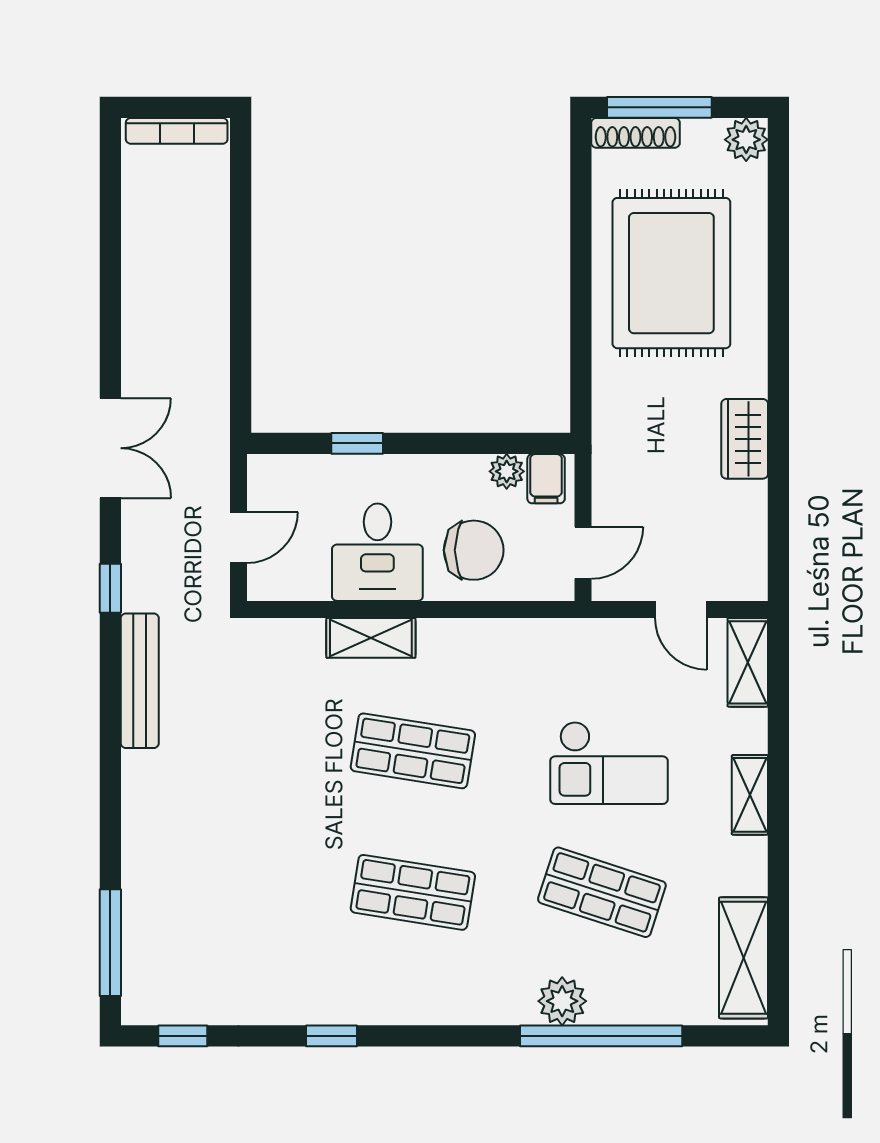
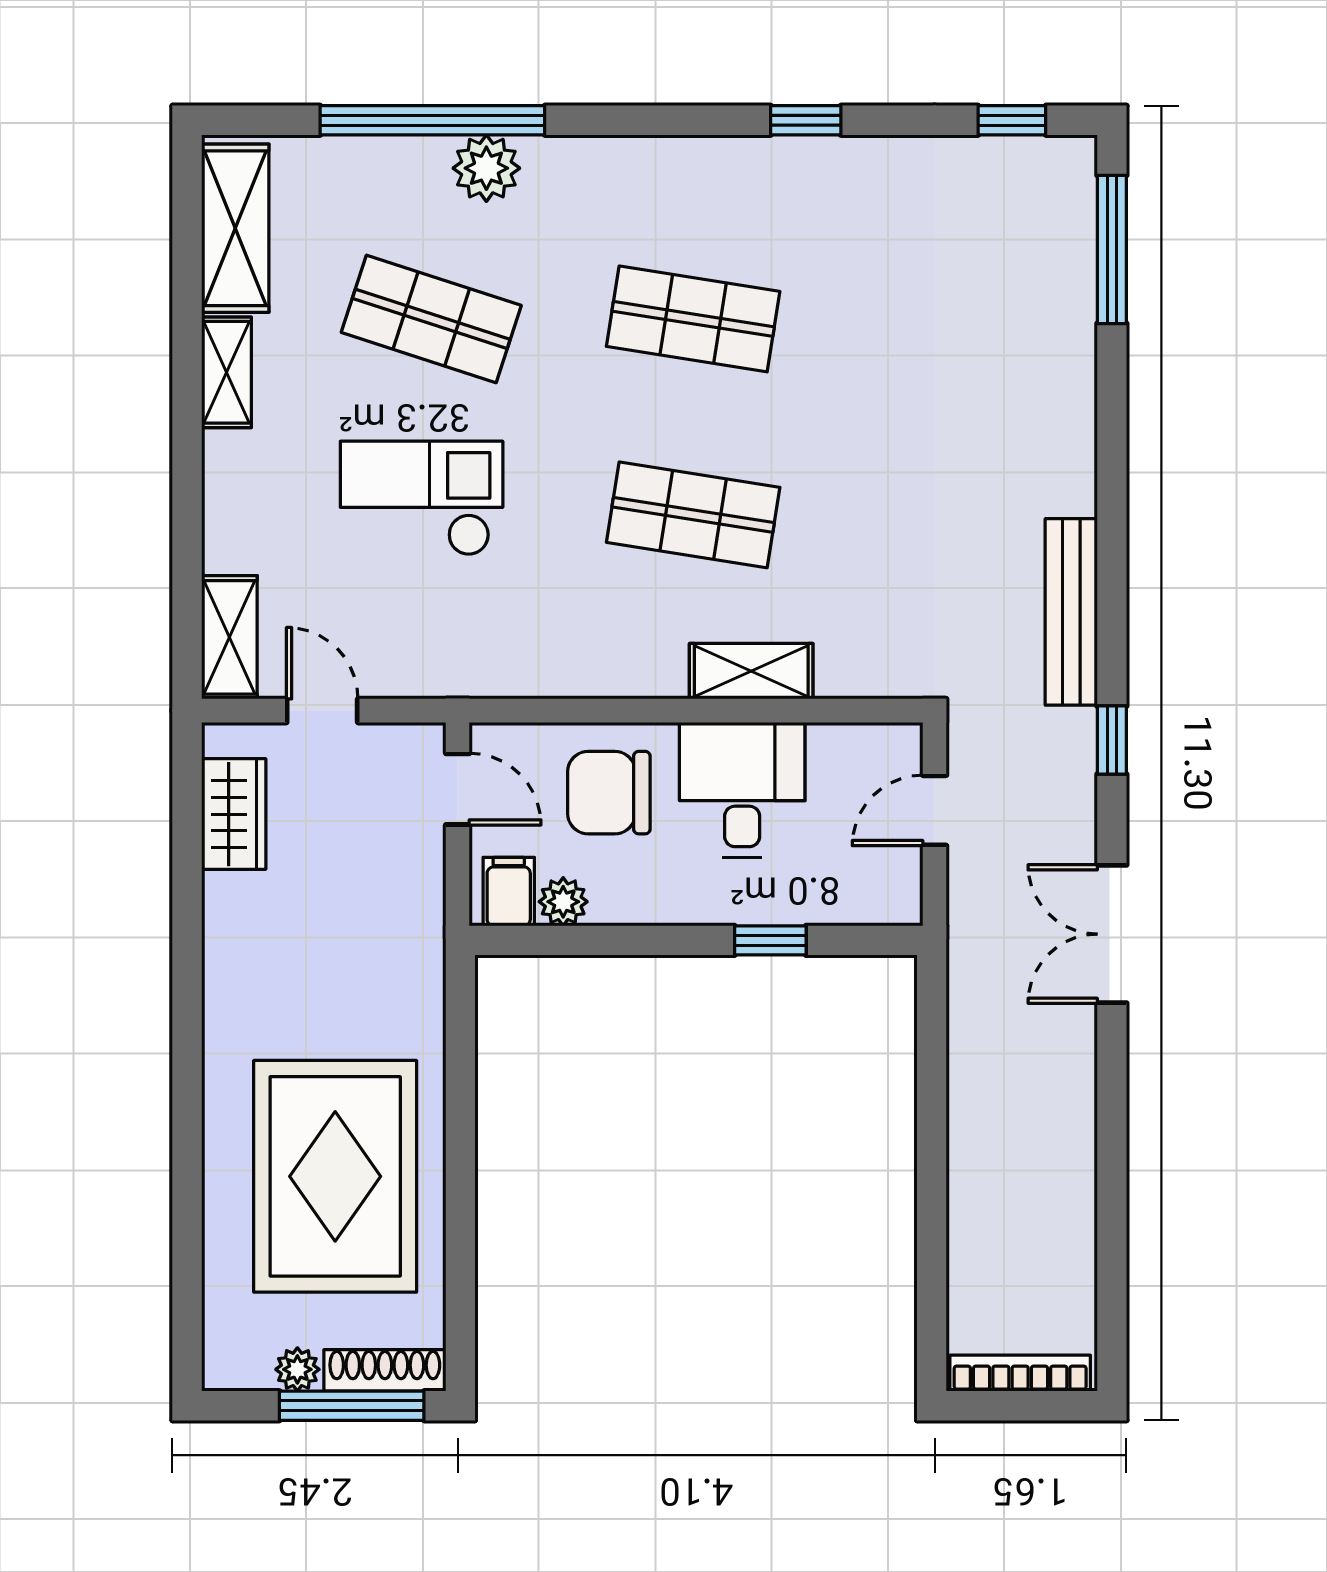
plant: (746, 140) -> (297, 1369), moved, width x0.73, depth x0.73
wardrobe: (745, 439) -> (234, 814), moved
door: (583, 553) -> (458, 789), swing flipped
shelving: (750, 795) -> (226, 372), moved

